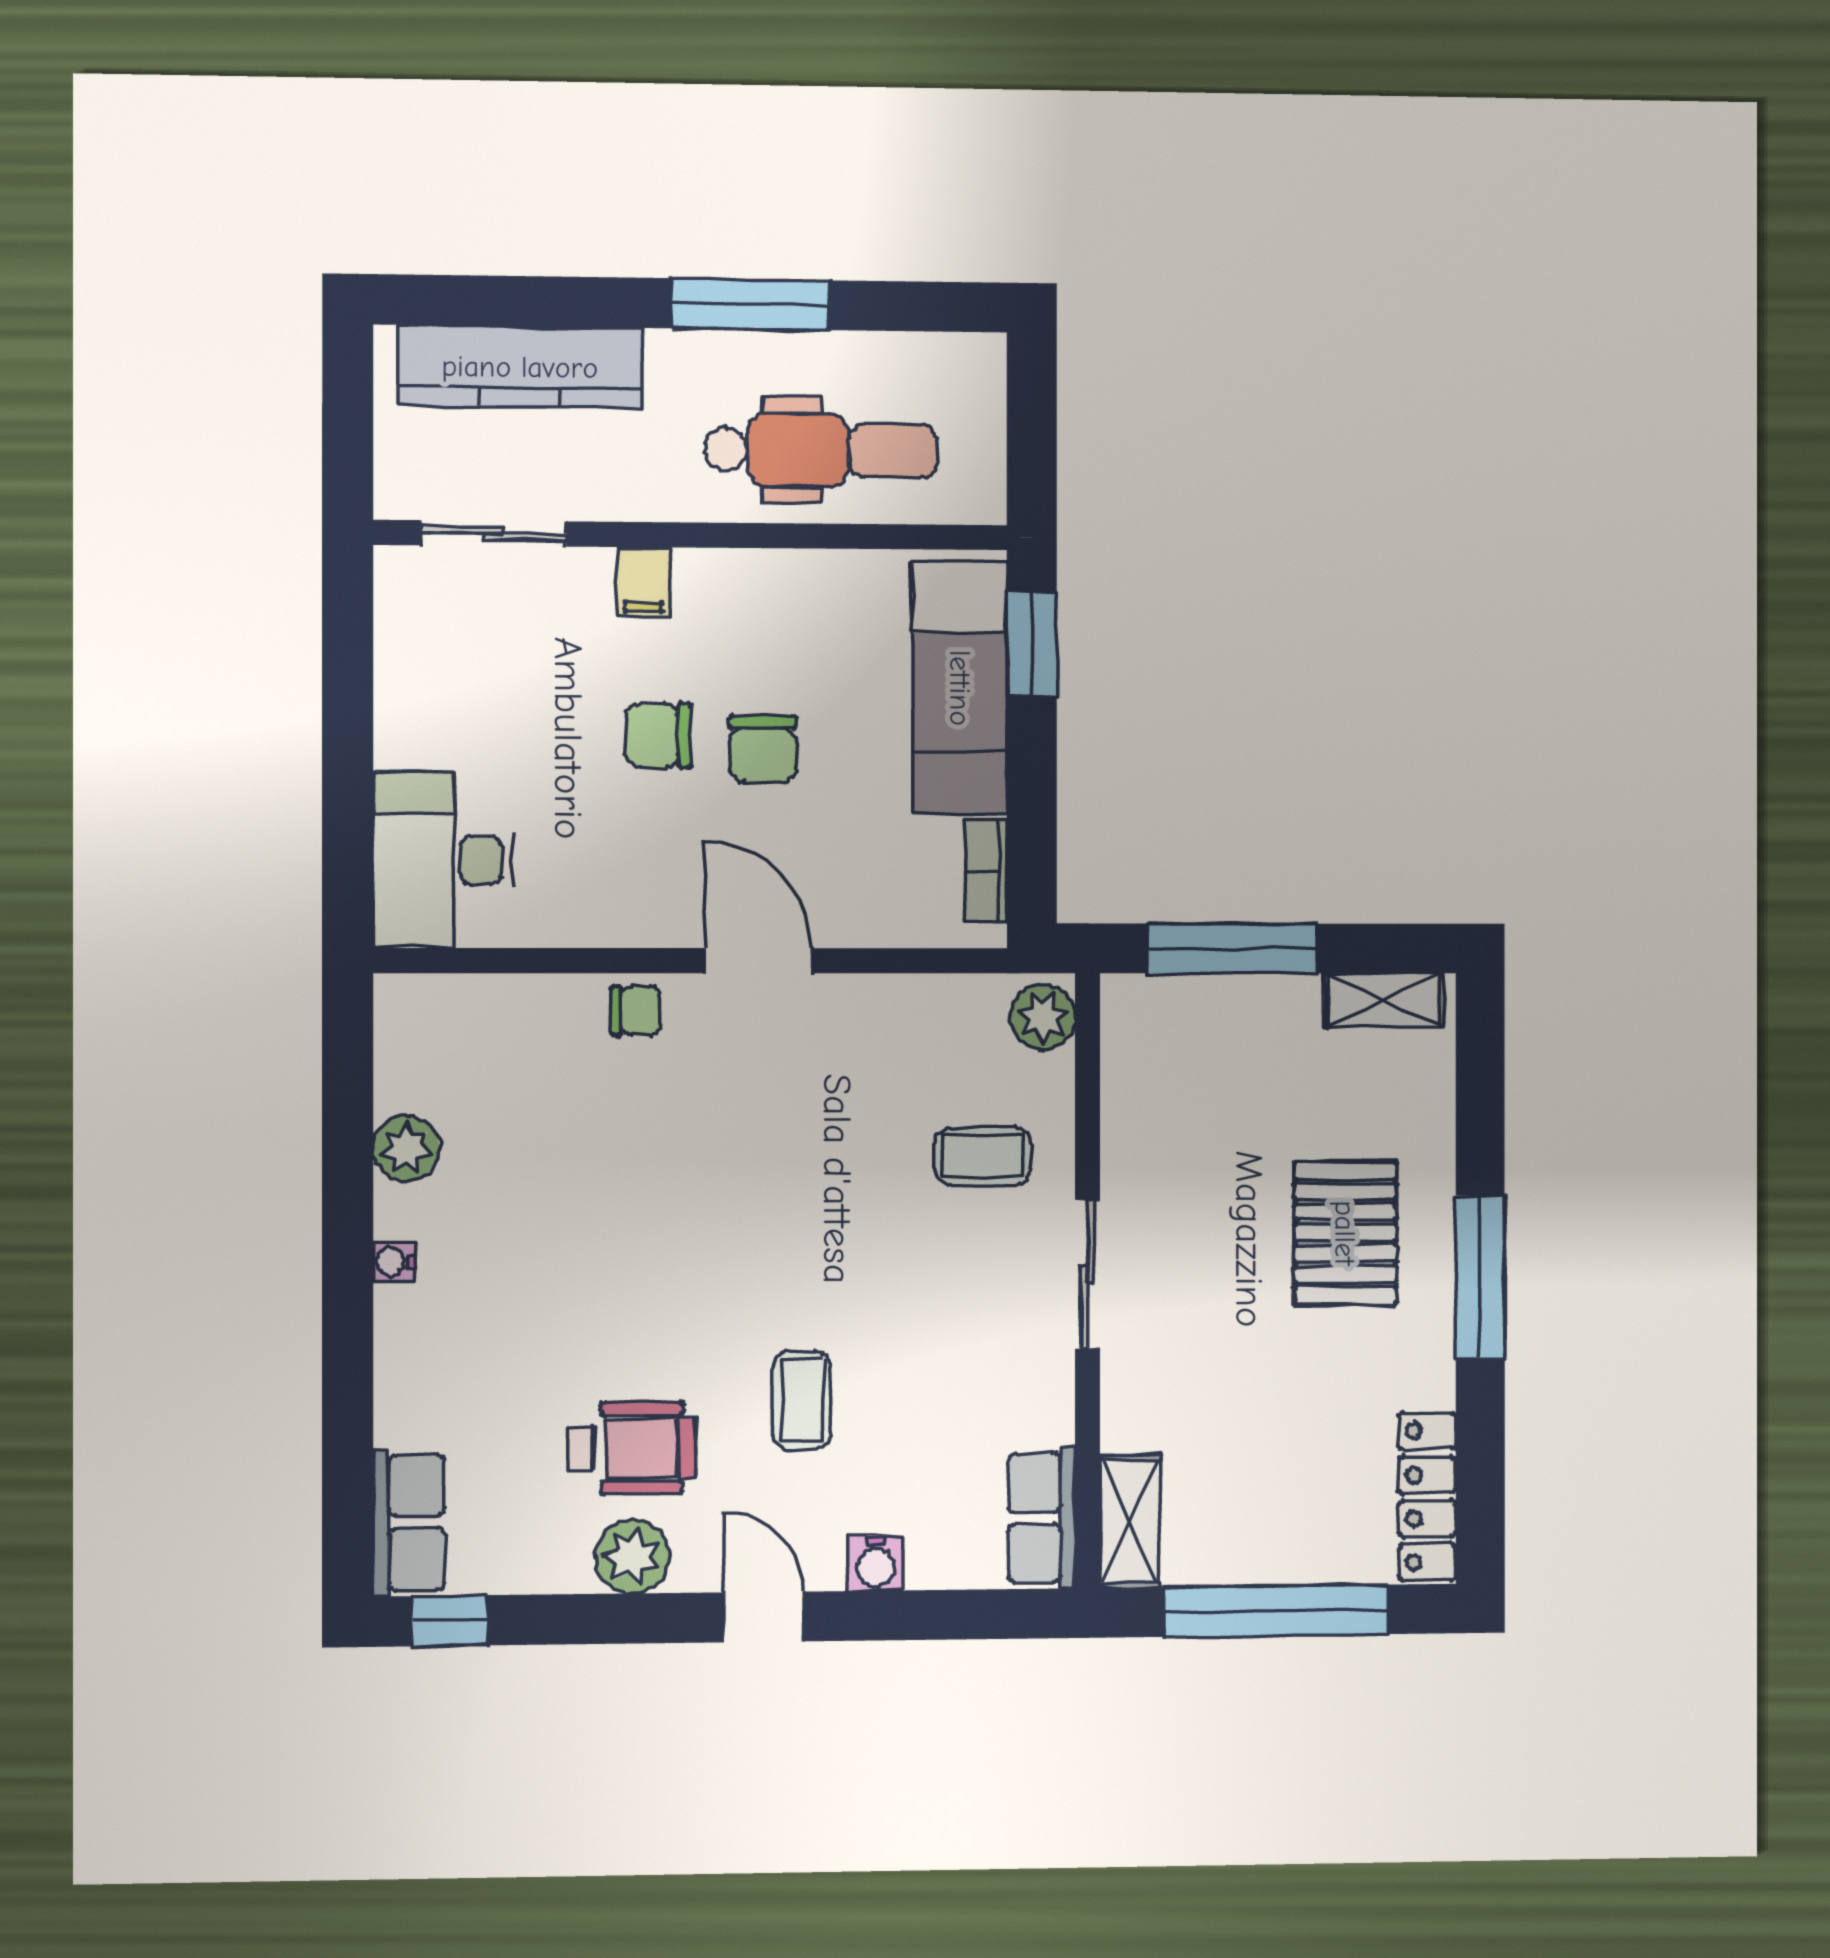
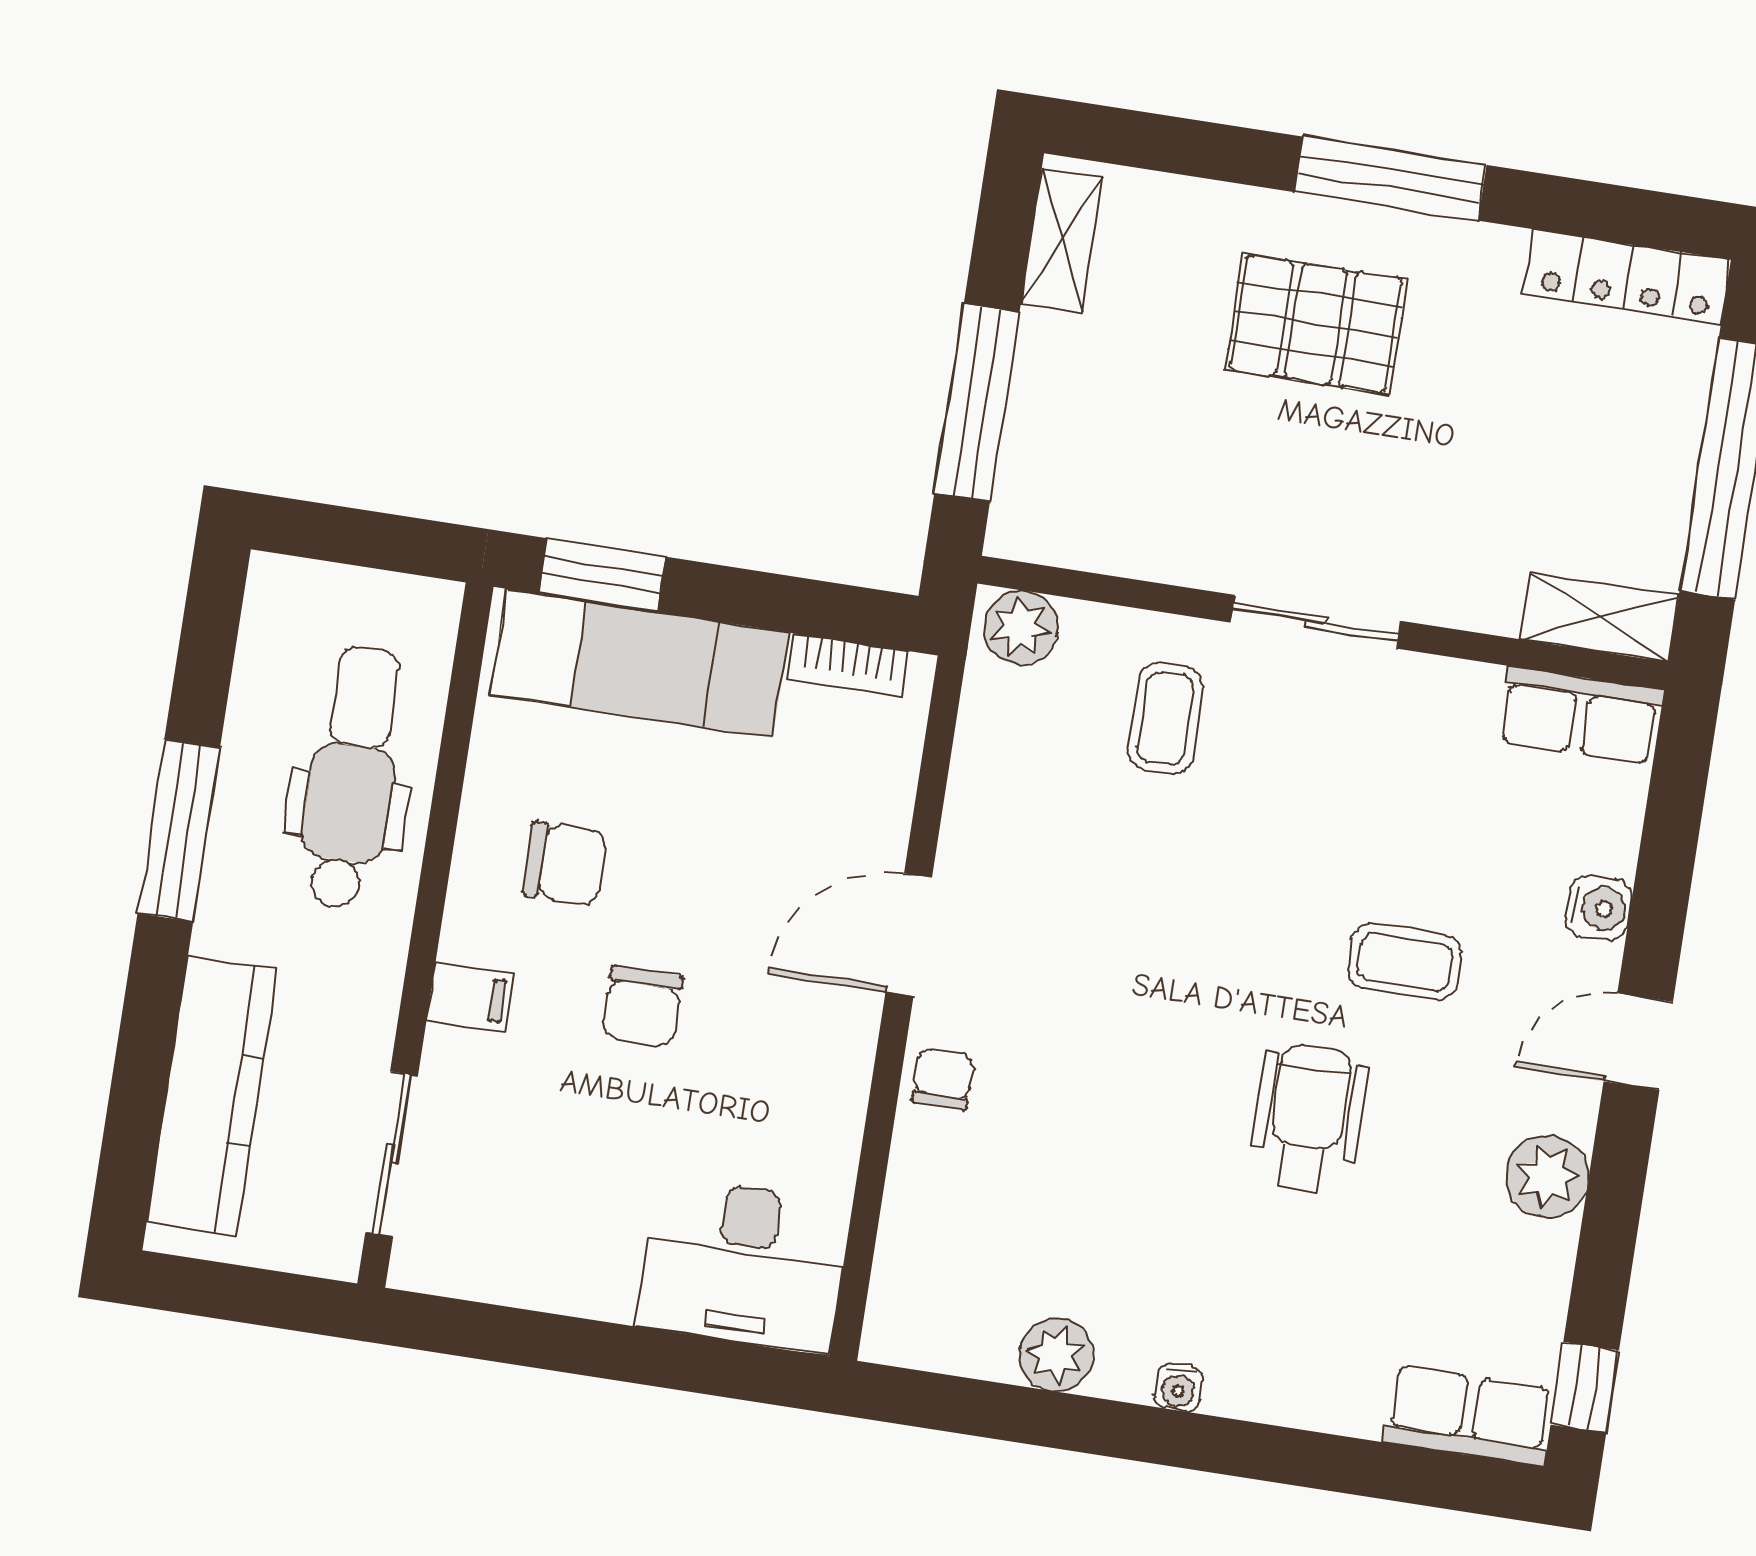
chair: (763, 749) -> (565, 864), moved
wheelchair: (632, 1448) -> (1308, 1118), moved

